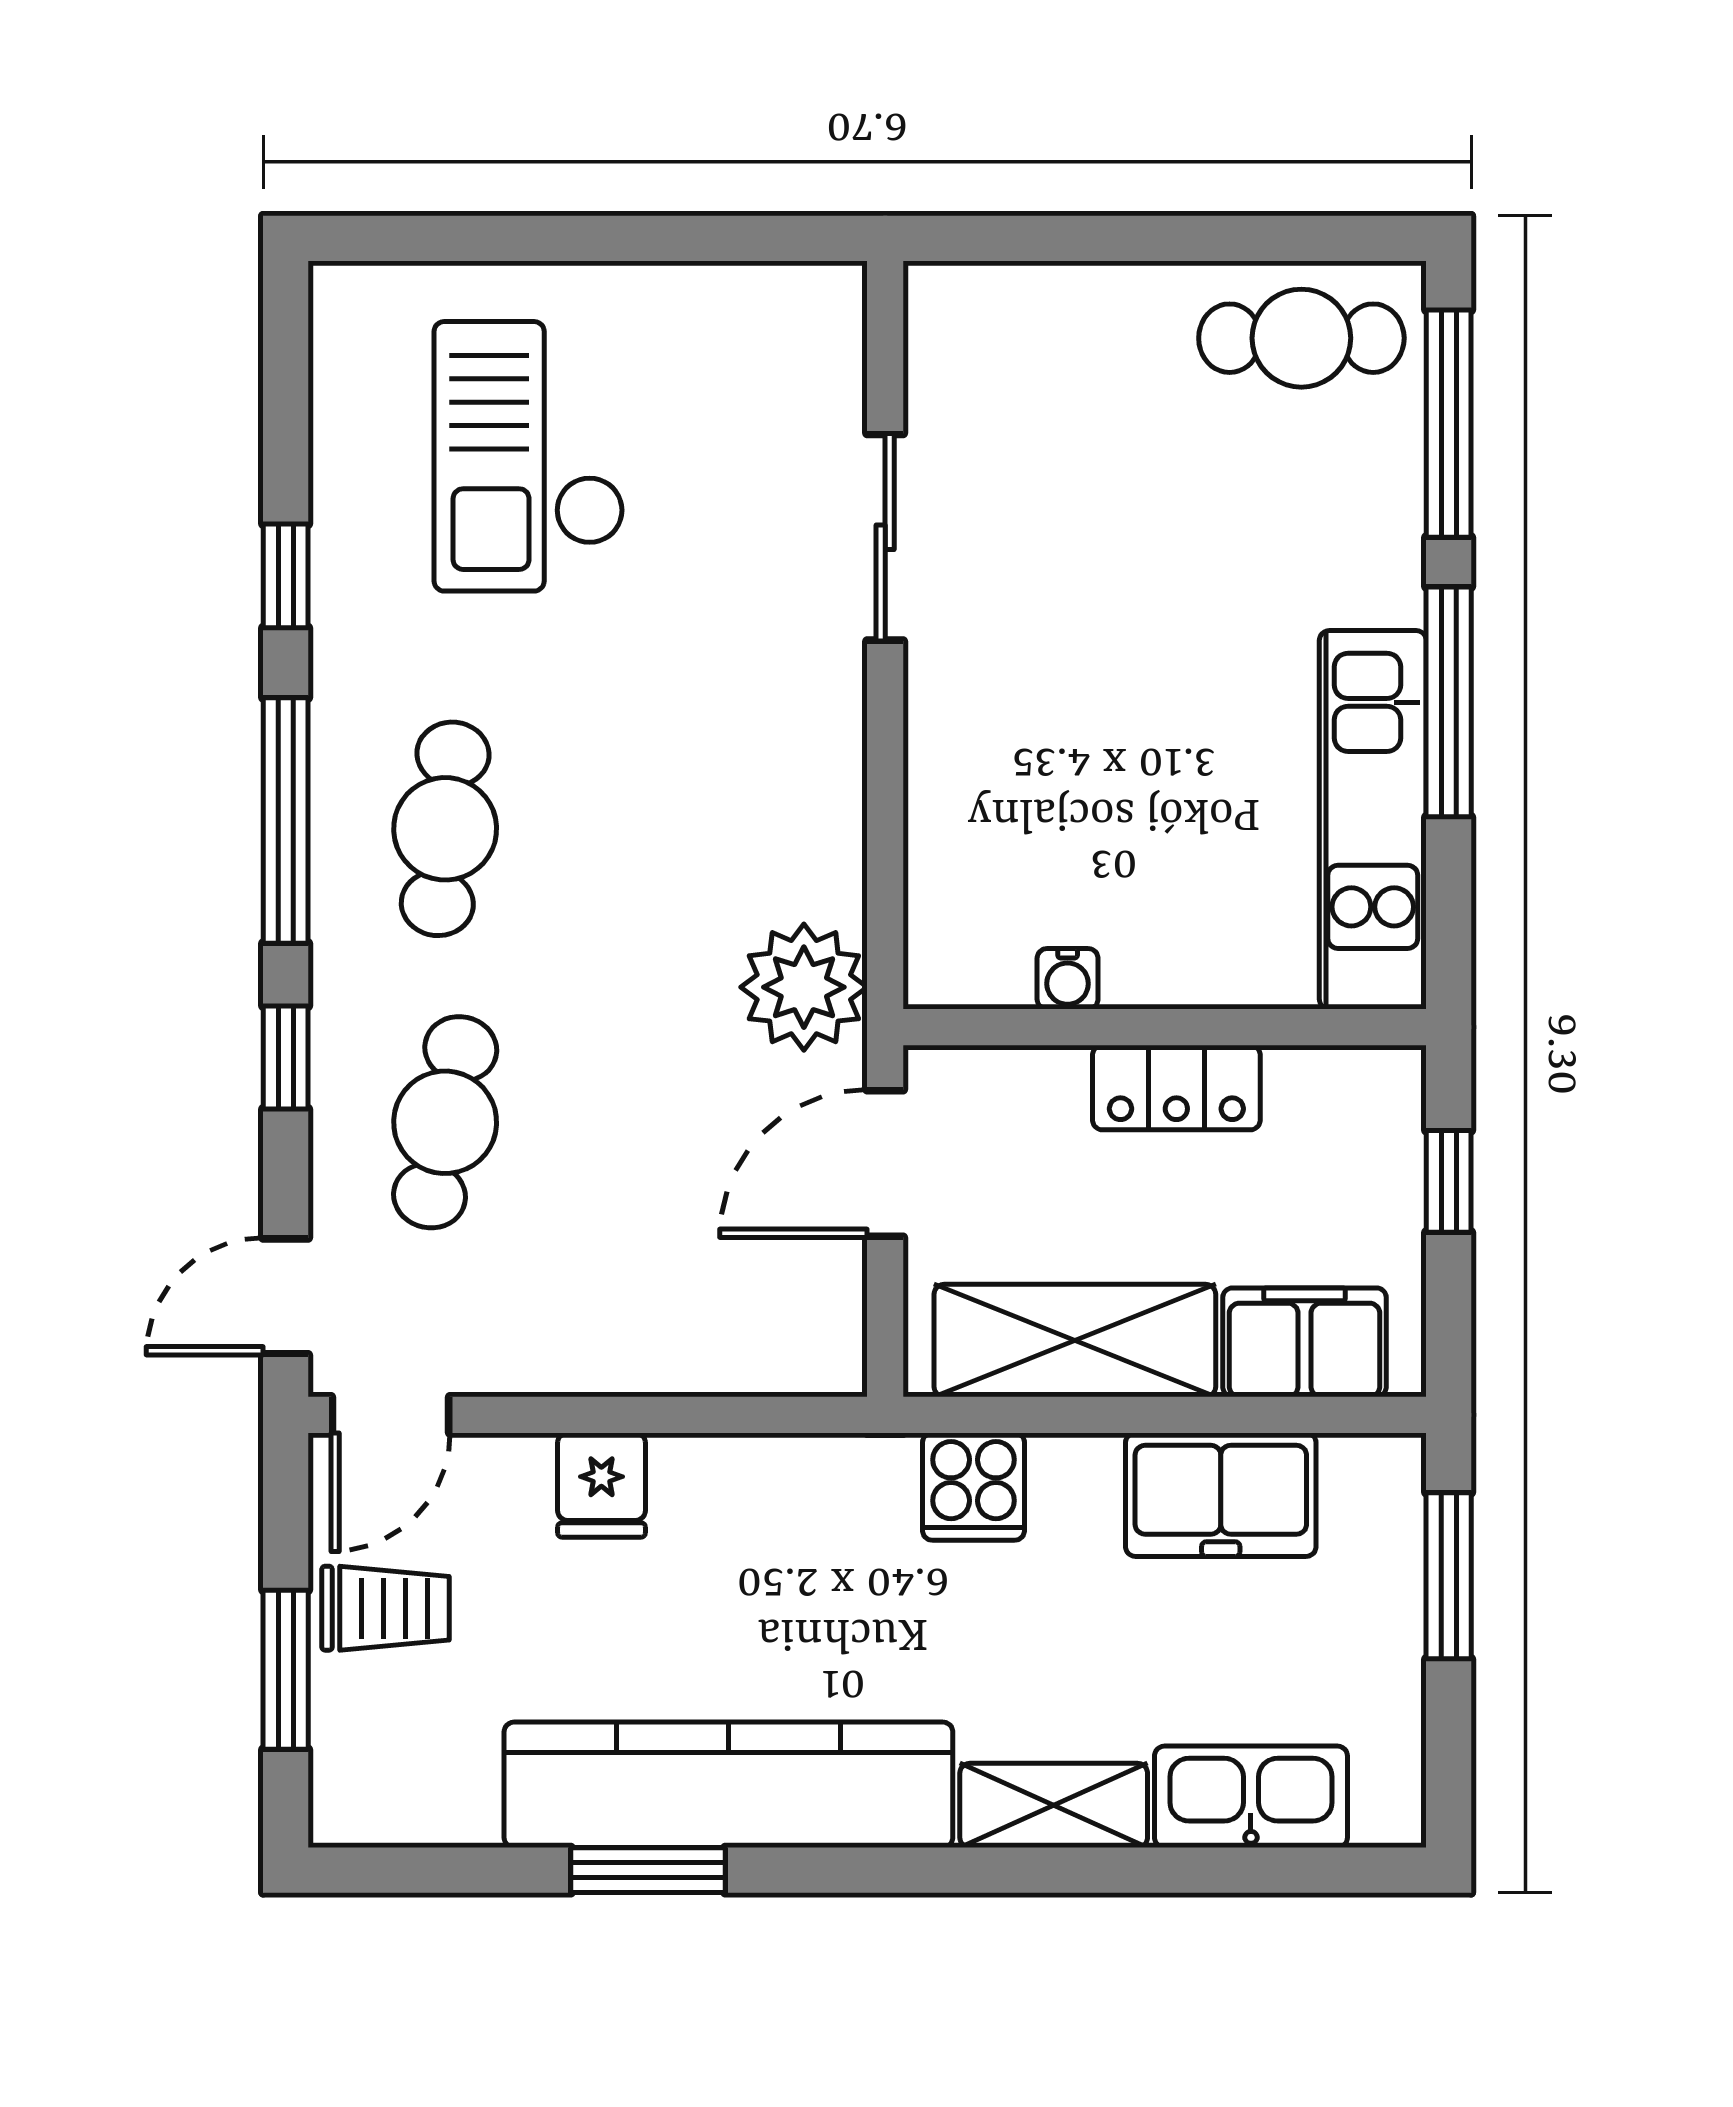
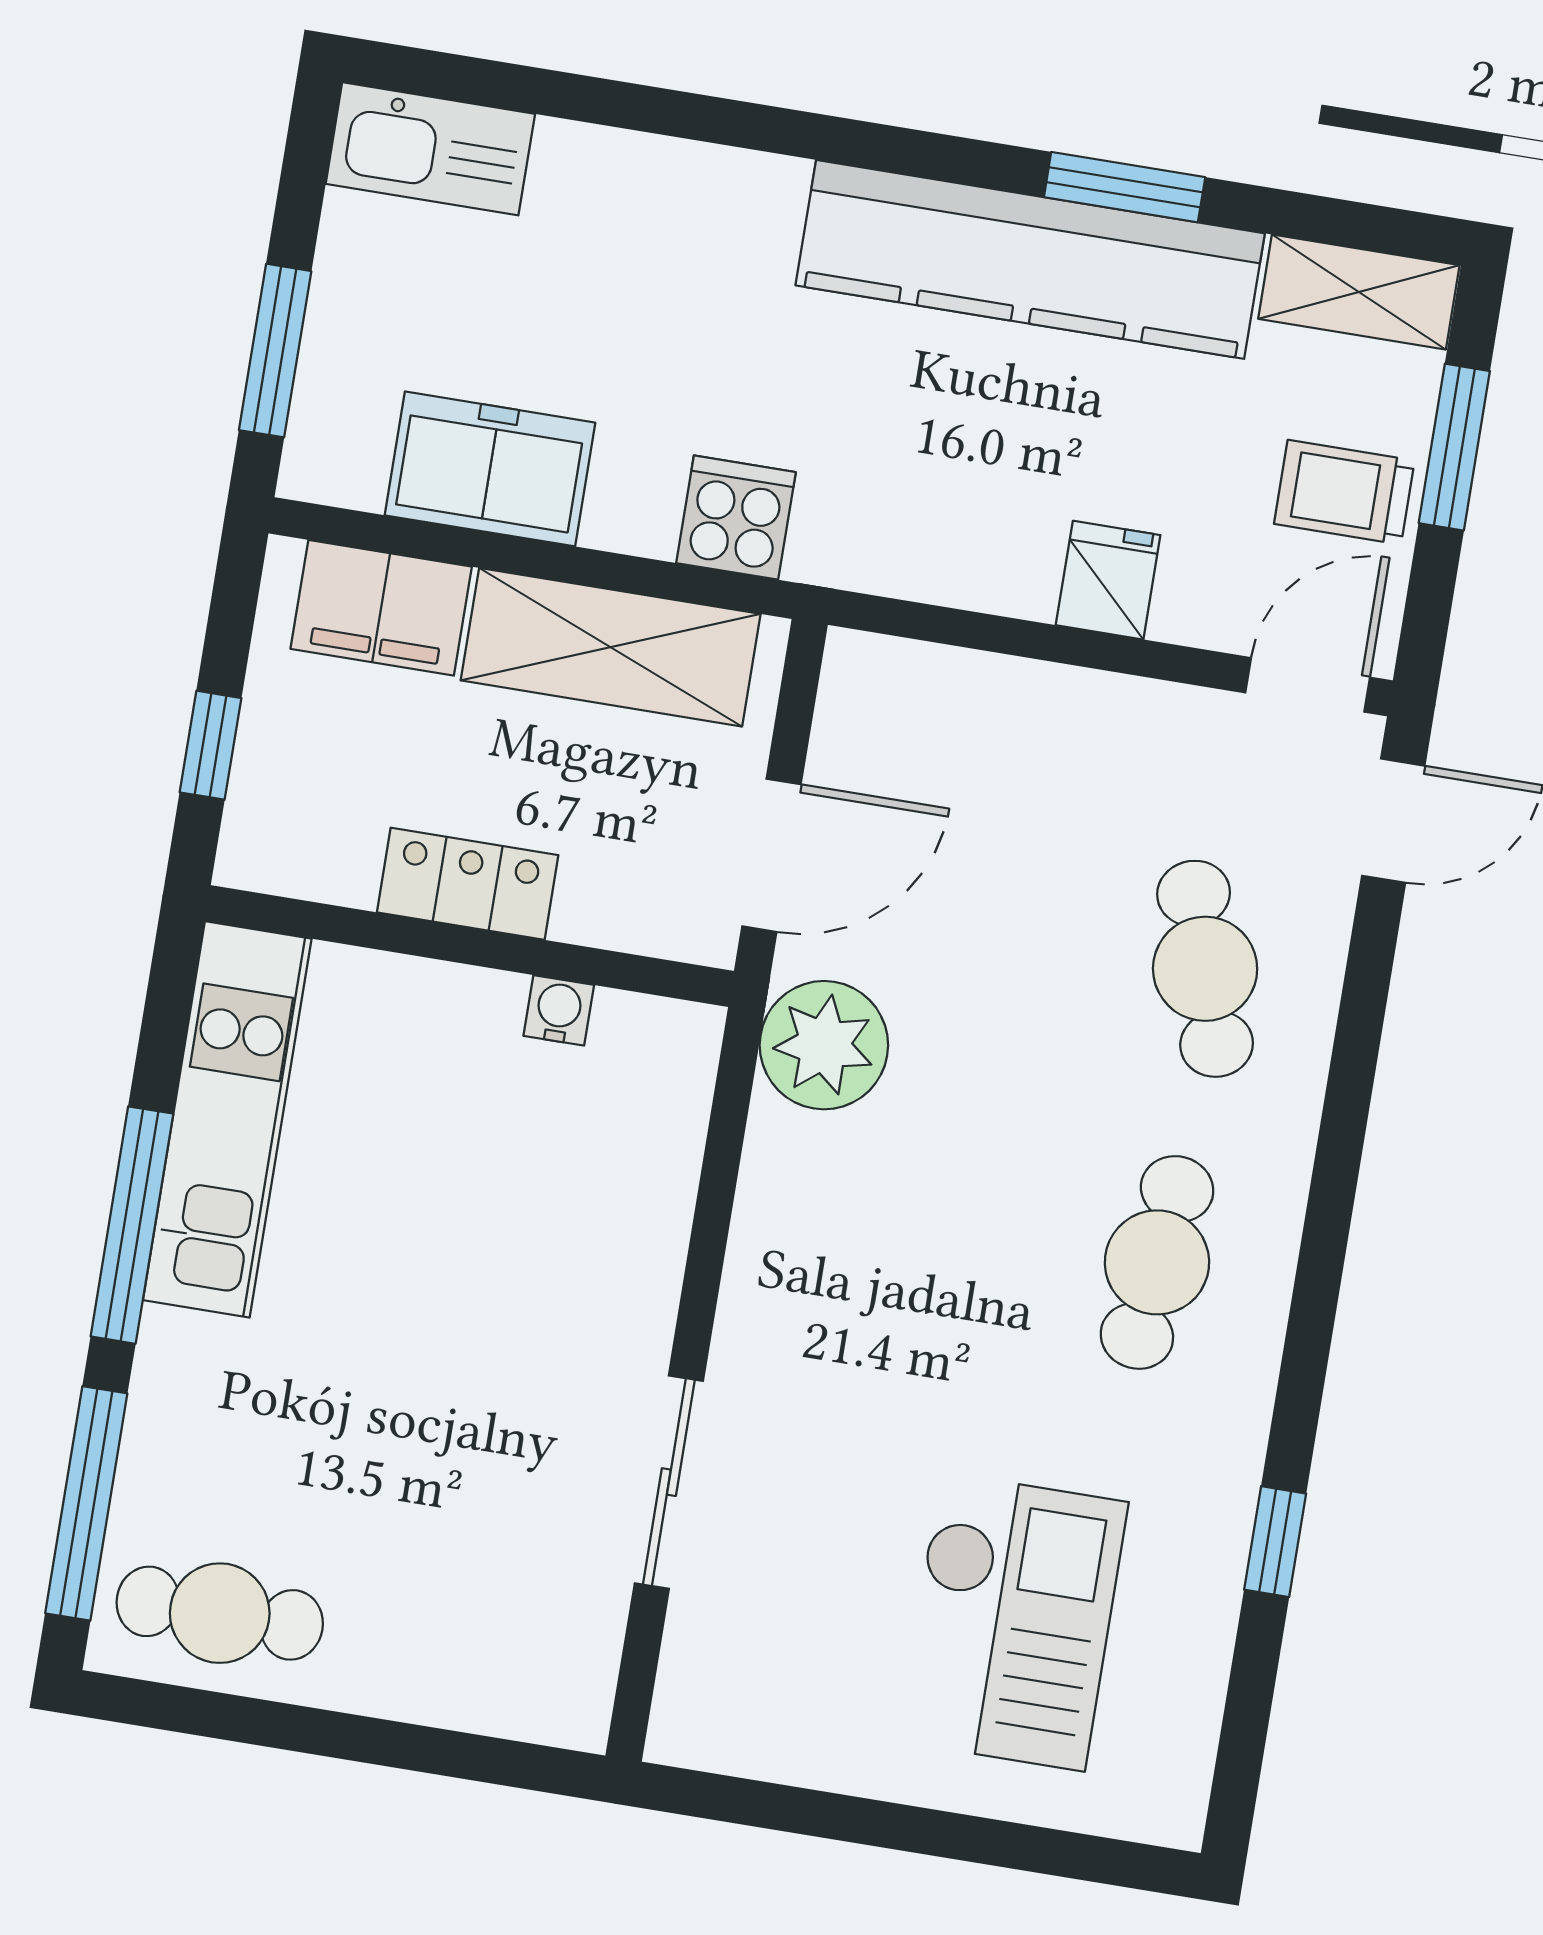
window: (286, 820) -> (1315, 1297), removed
window: (286, 1057) -> (1354, 1060), removed
cafe table: (445, 1122) -> (1205, 969), turned -30
kitchen sink: (1251, 1797) -> (430, 149), moved
shelving: (1054, 1805) -> (1359, 292), moved

